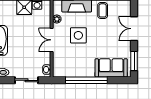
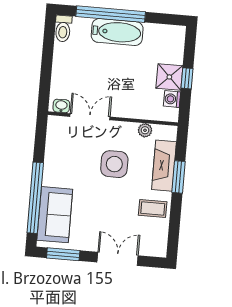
double door: (52, 40) -> (90, 117), moved
sliding door: (26, 80) -> (46, 70), removed
window: (86, 80) -> (35, 198), moved

